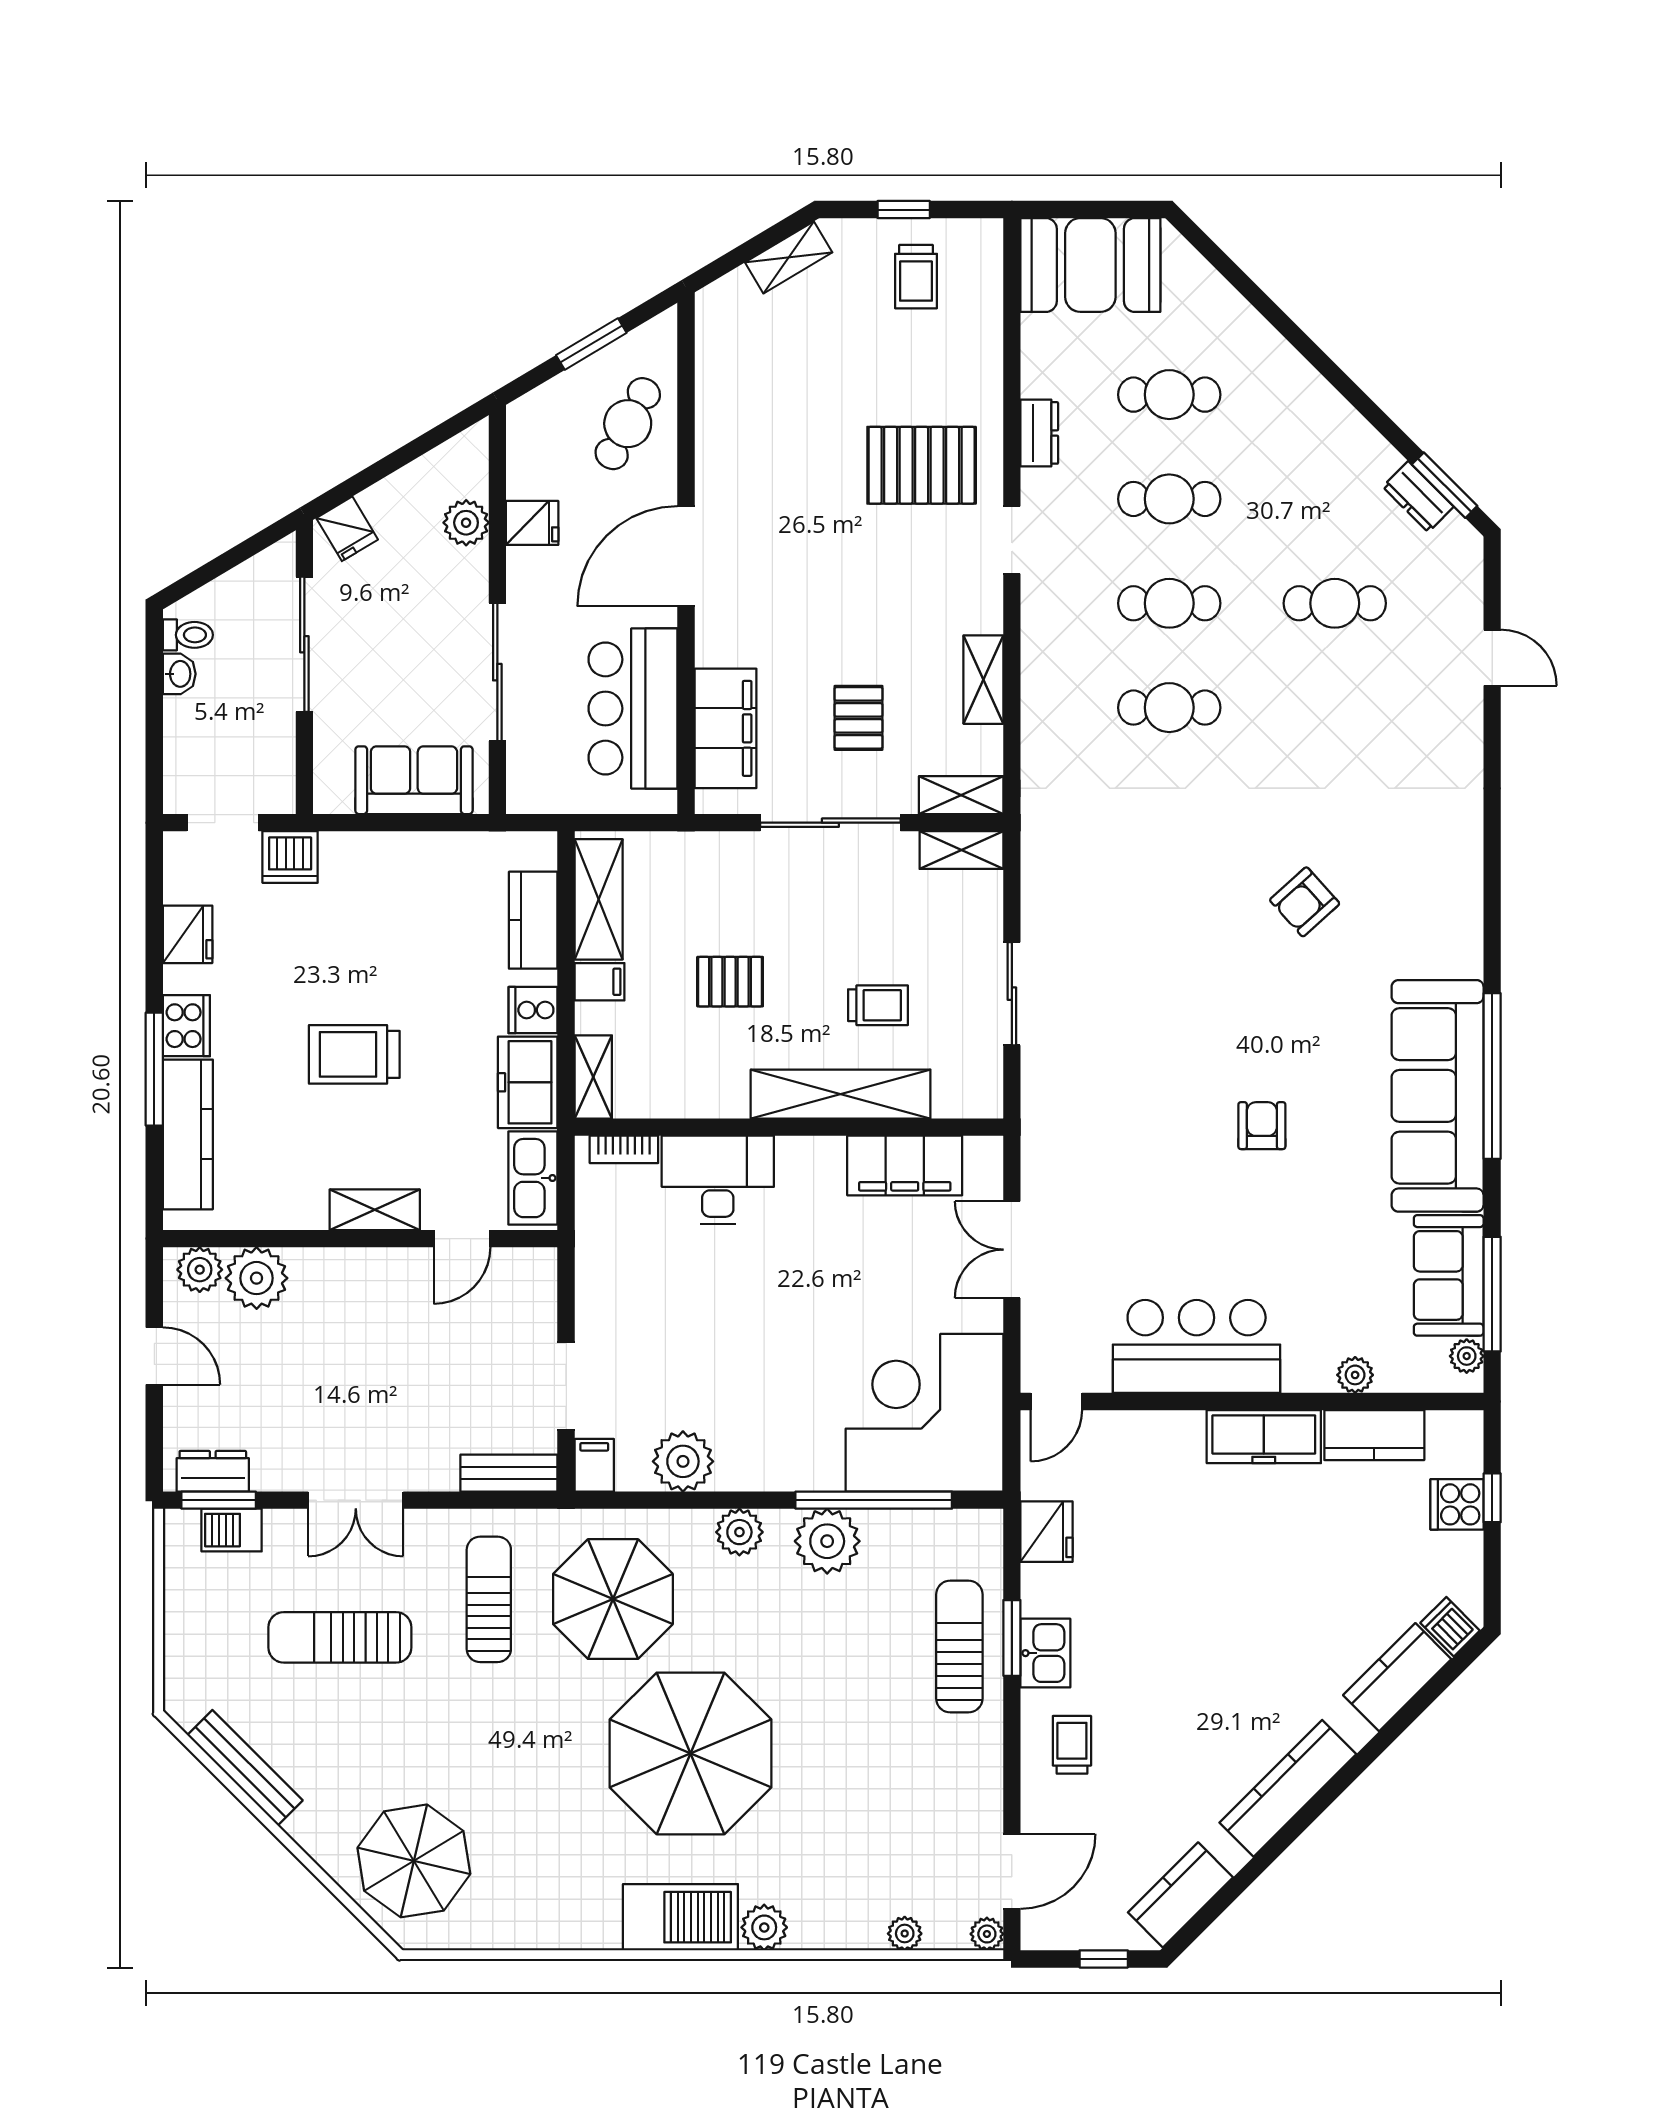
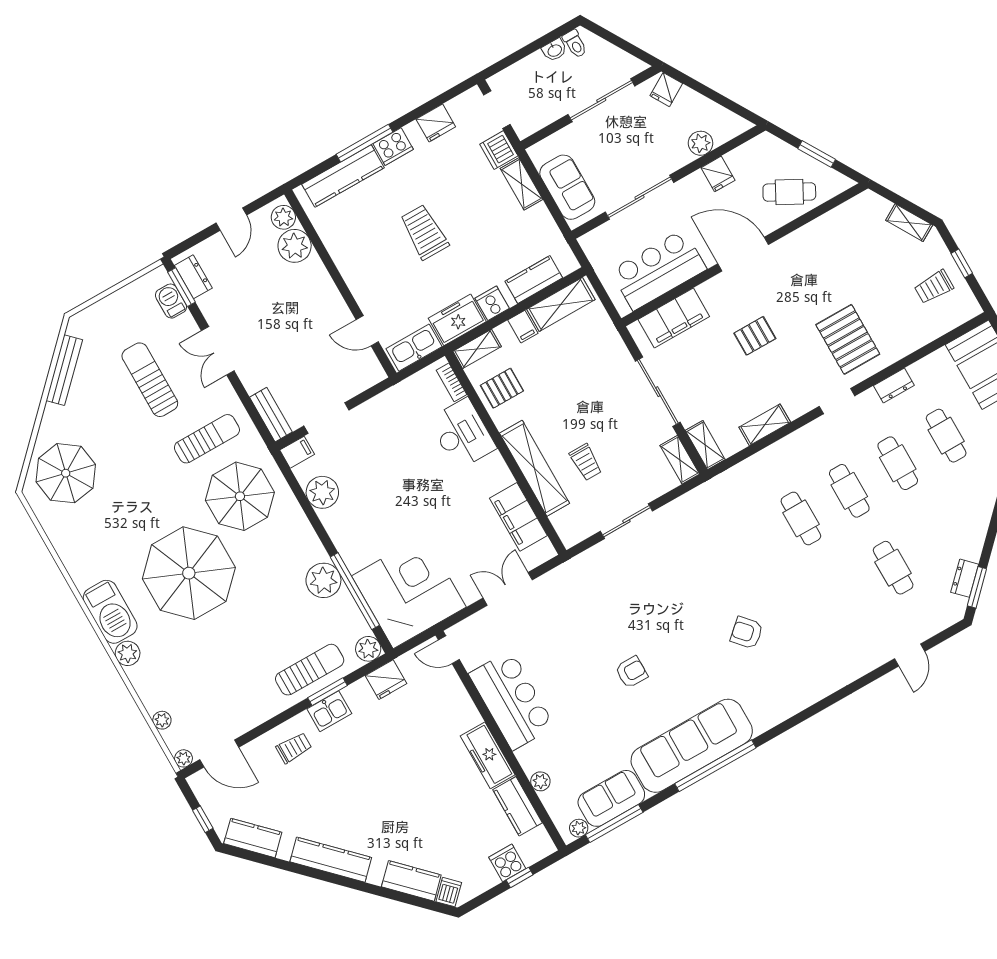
pallet: (859, 718) -> (755, 336), moved
pallet: (730, 982) -> (502, 388), moved, turned 90
shelving: (375, 1210) -> (522, 184), moved
plant: (739, 1532) -> (368, 649), moved

